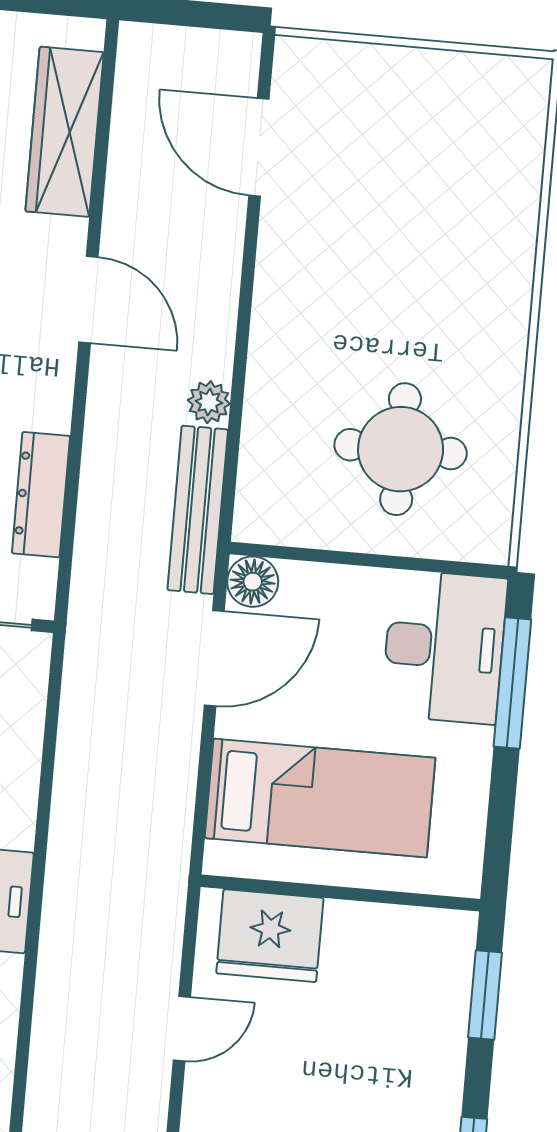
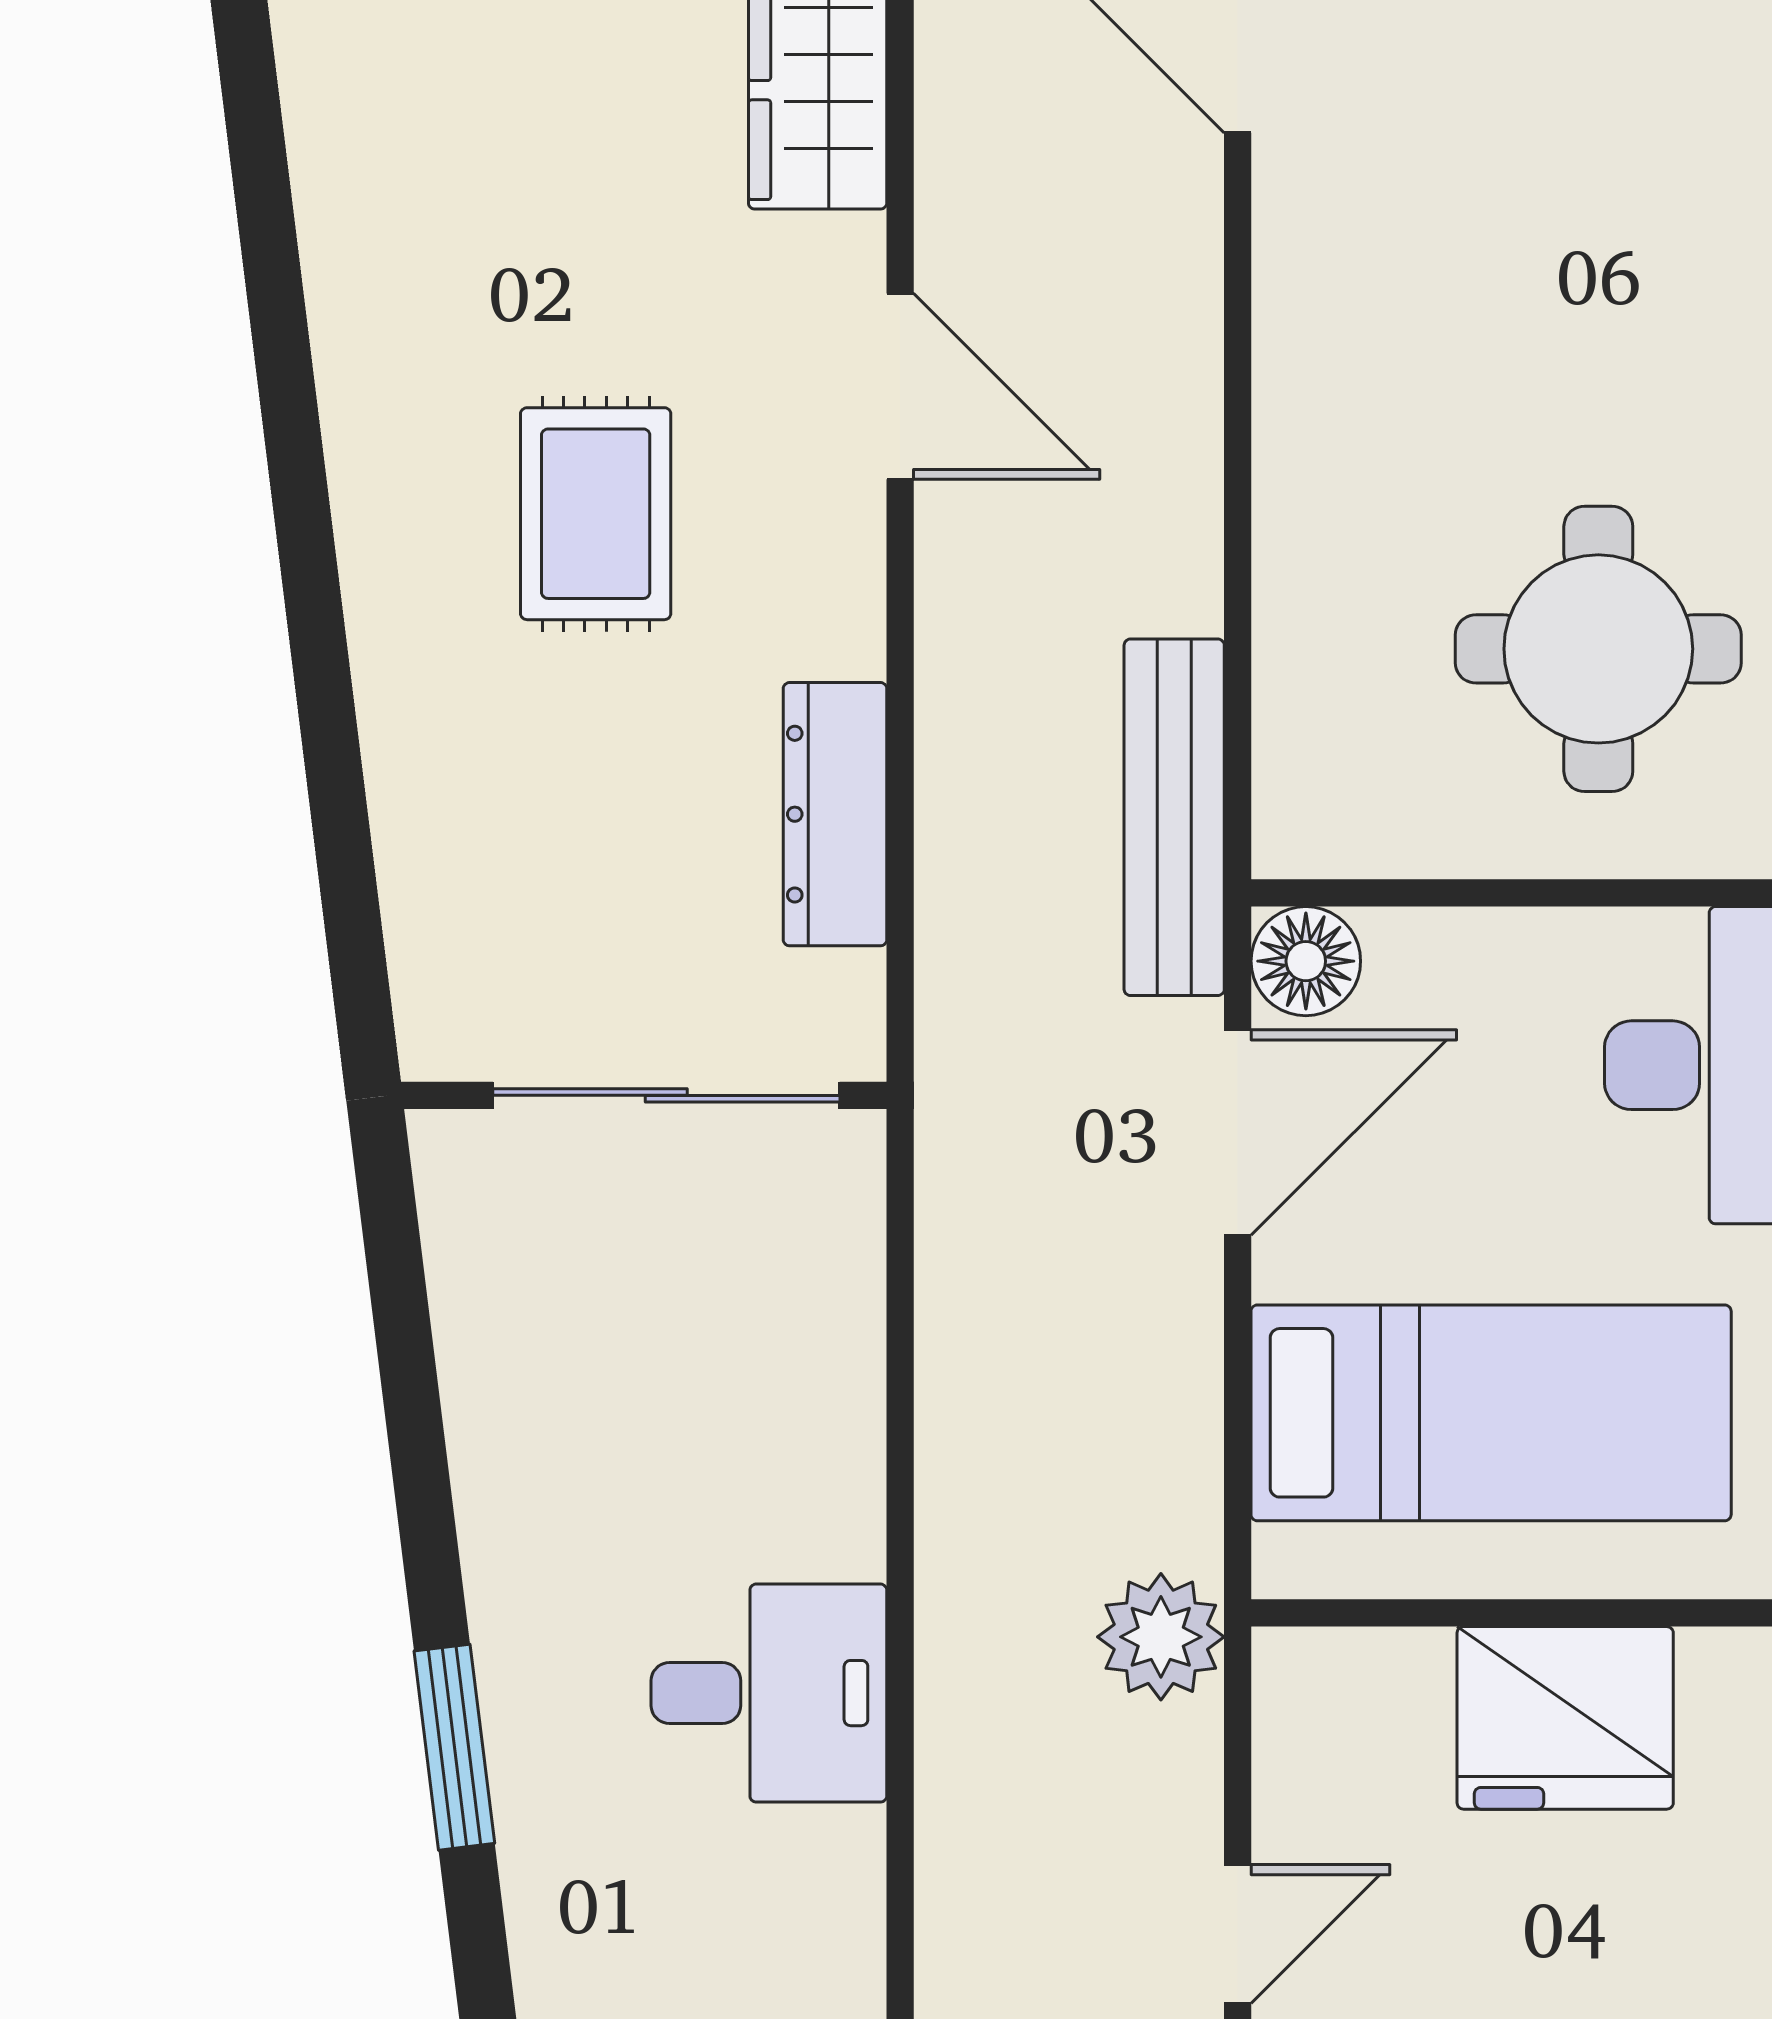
plant: (209, 402) -> (1161, 1637), moved, width x1.38, depth x1.38
fridge: (270, 936) -> (1565, 1718), moved

